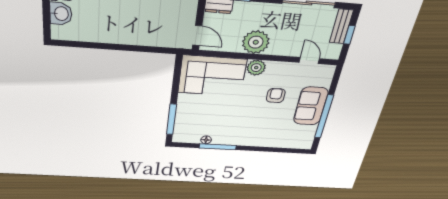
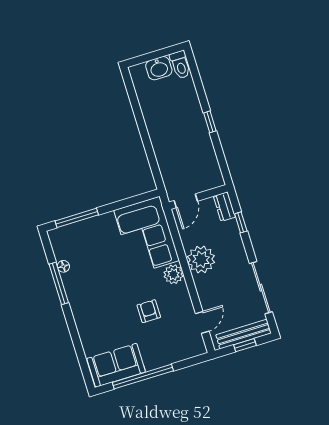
bench: (341, 26) -> (243, 334), width x1.36
armchair: (276, 96) -> (149, 311), turned -90
sofa: (311, 106) -> (116, 365), moved

